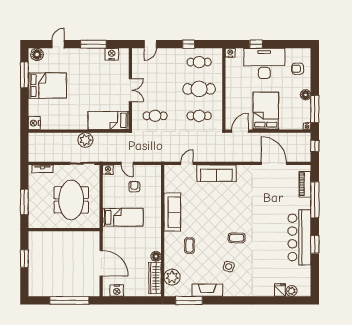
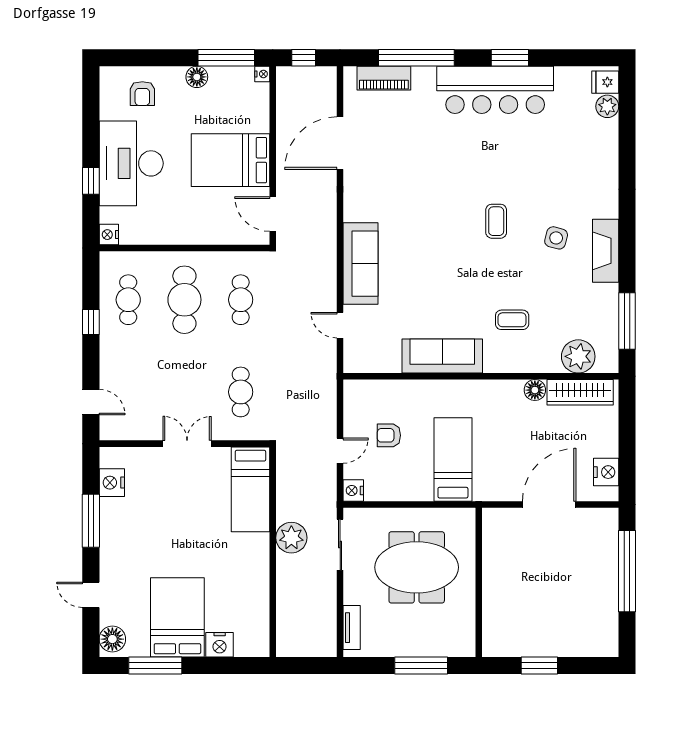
nightstand: (34, 123) -> (220, 645), moved
fireplace: (207, 290) -> (606, 251), moved
fridge: (280, 290) -> (605, 82), moved

